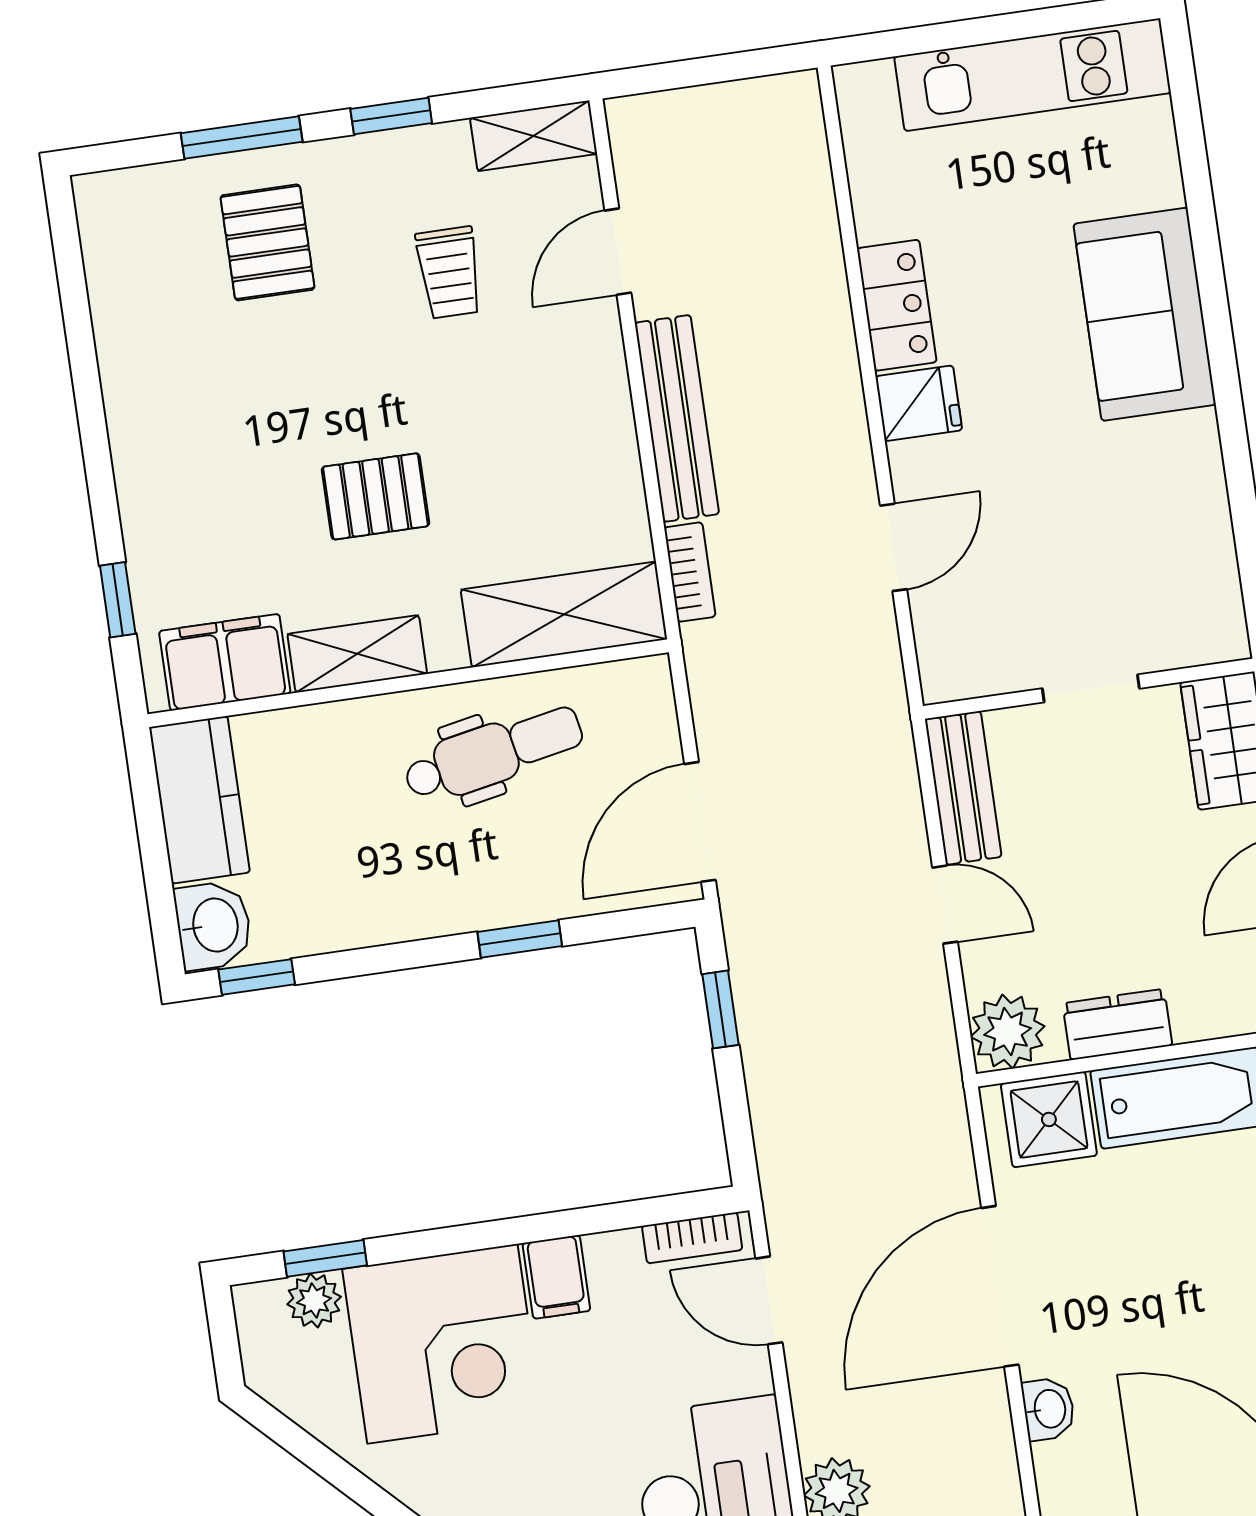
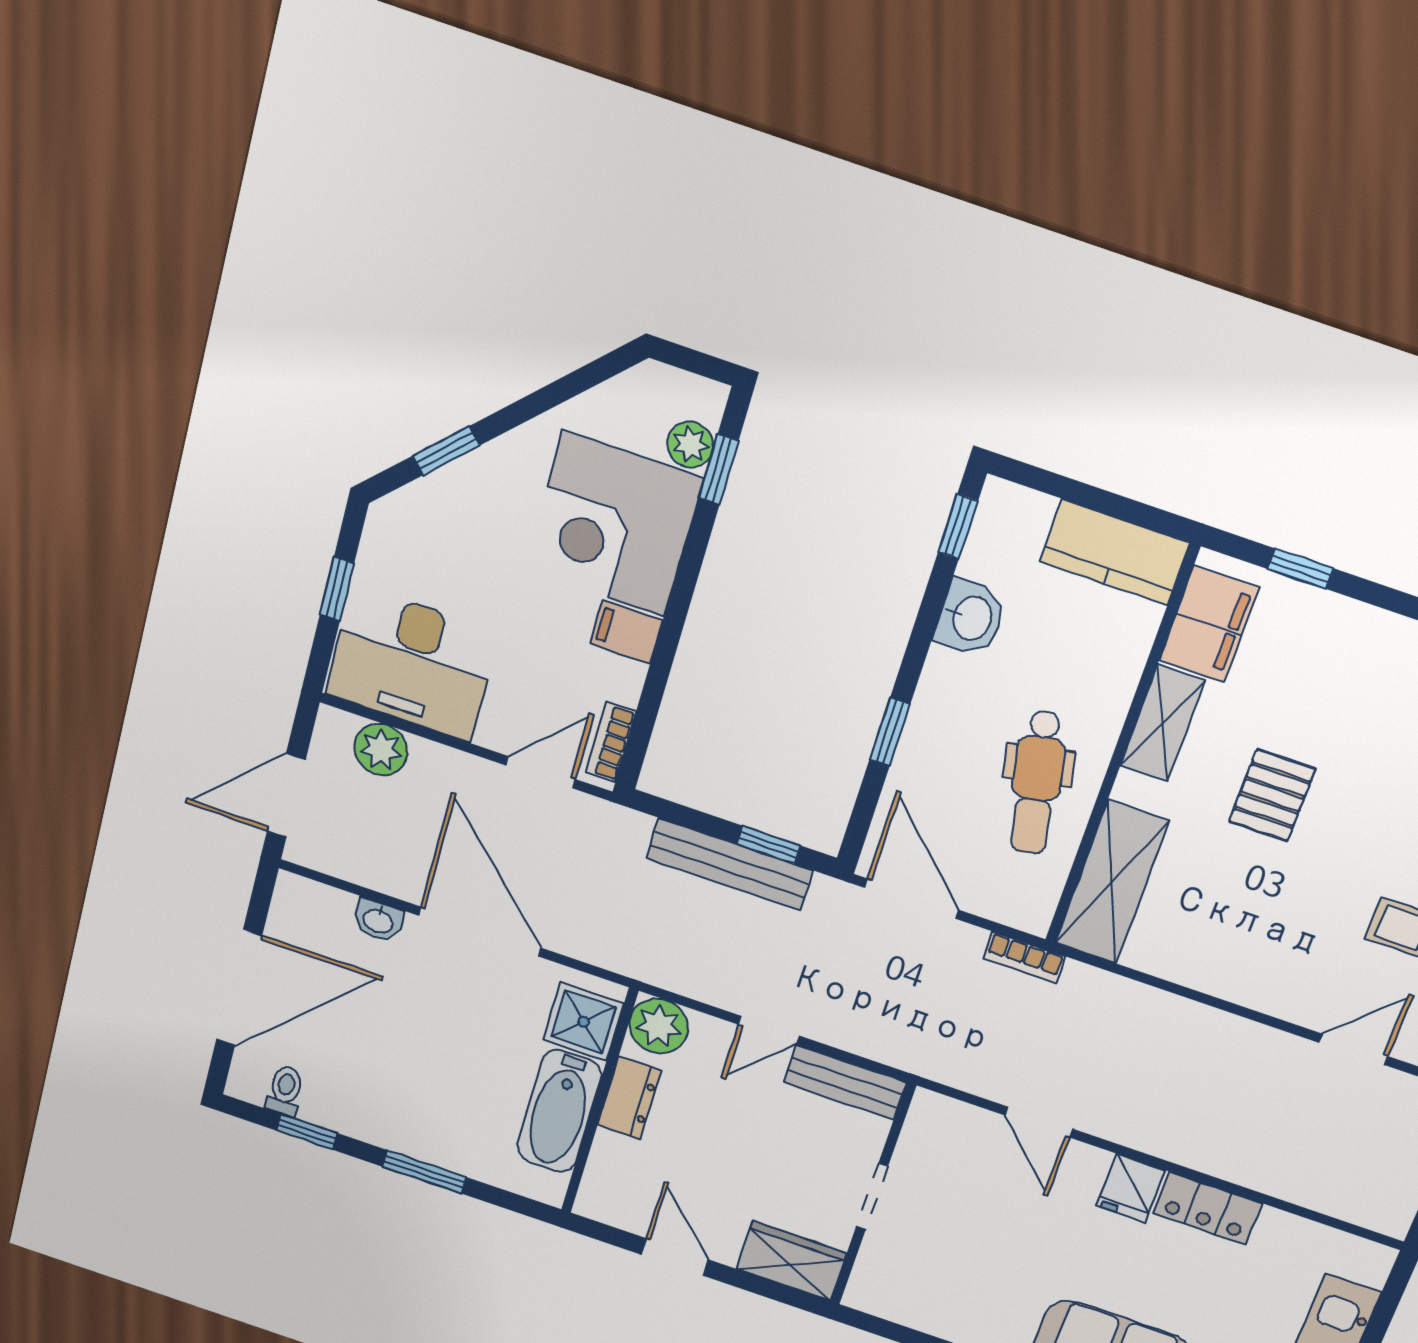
door: (618, 252) -> (1353, 1049), hinge flipped
bench: (677, 418) -> (730, 864), moved
bookcase: (690, 572) -> (1024, 958), moved
washbasin: (213, 925) -> (971, 618), moved, turned -90

